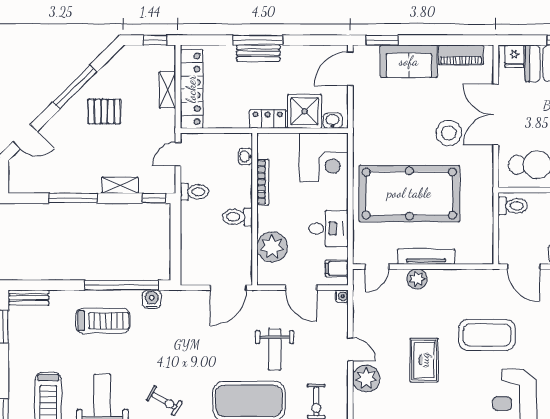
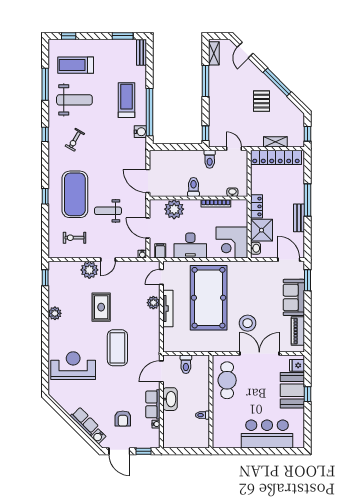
bench: (258, 53) -> (299, 218), moved
shelving: (120, 185) -> (214, 53), moved
toilet: (513, 206) -> (186, 364), moved
desk: (328, 228) -> (190, 246), width x1.37
door: (377, 267) -> (161, 277), hinge flipped
door: (301, 288) -> (148, 228), hinge flipped
treadmill: (103, 321) -> (127, 100), turned 180
rug: (424, 360) -> (101, 307), turned 90

